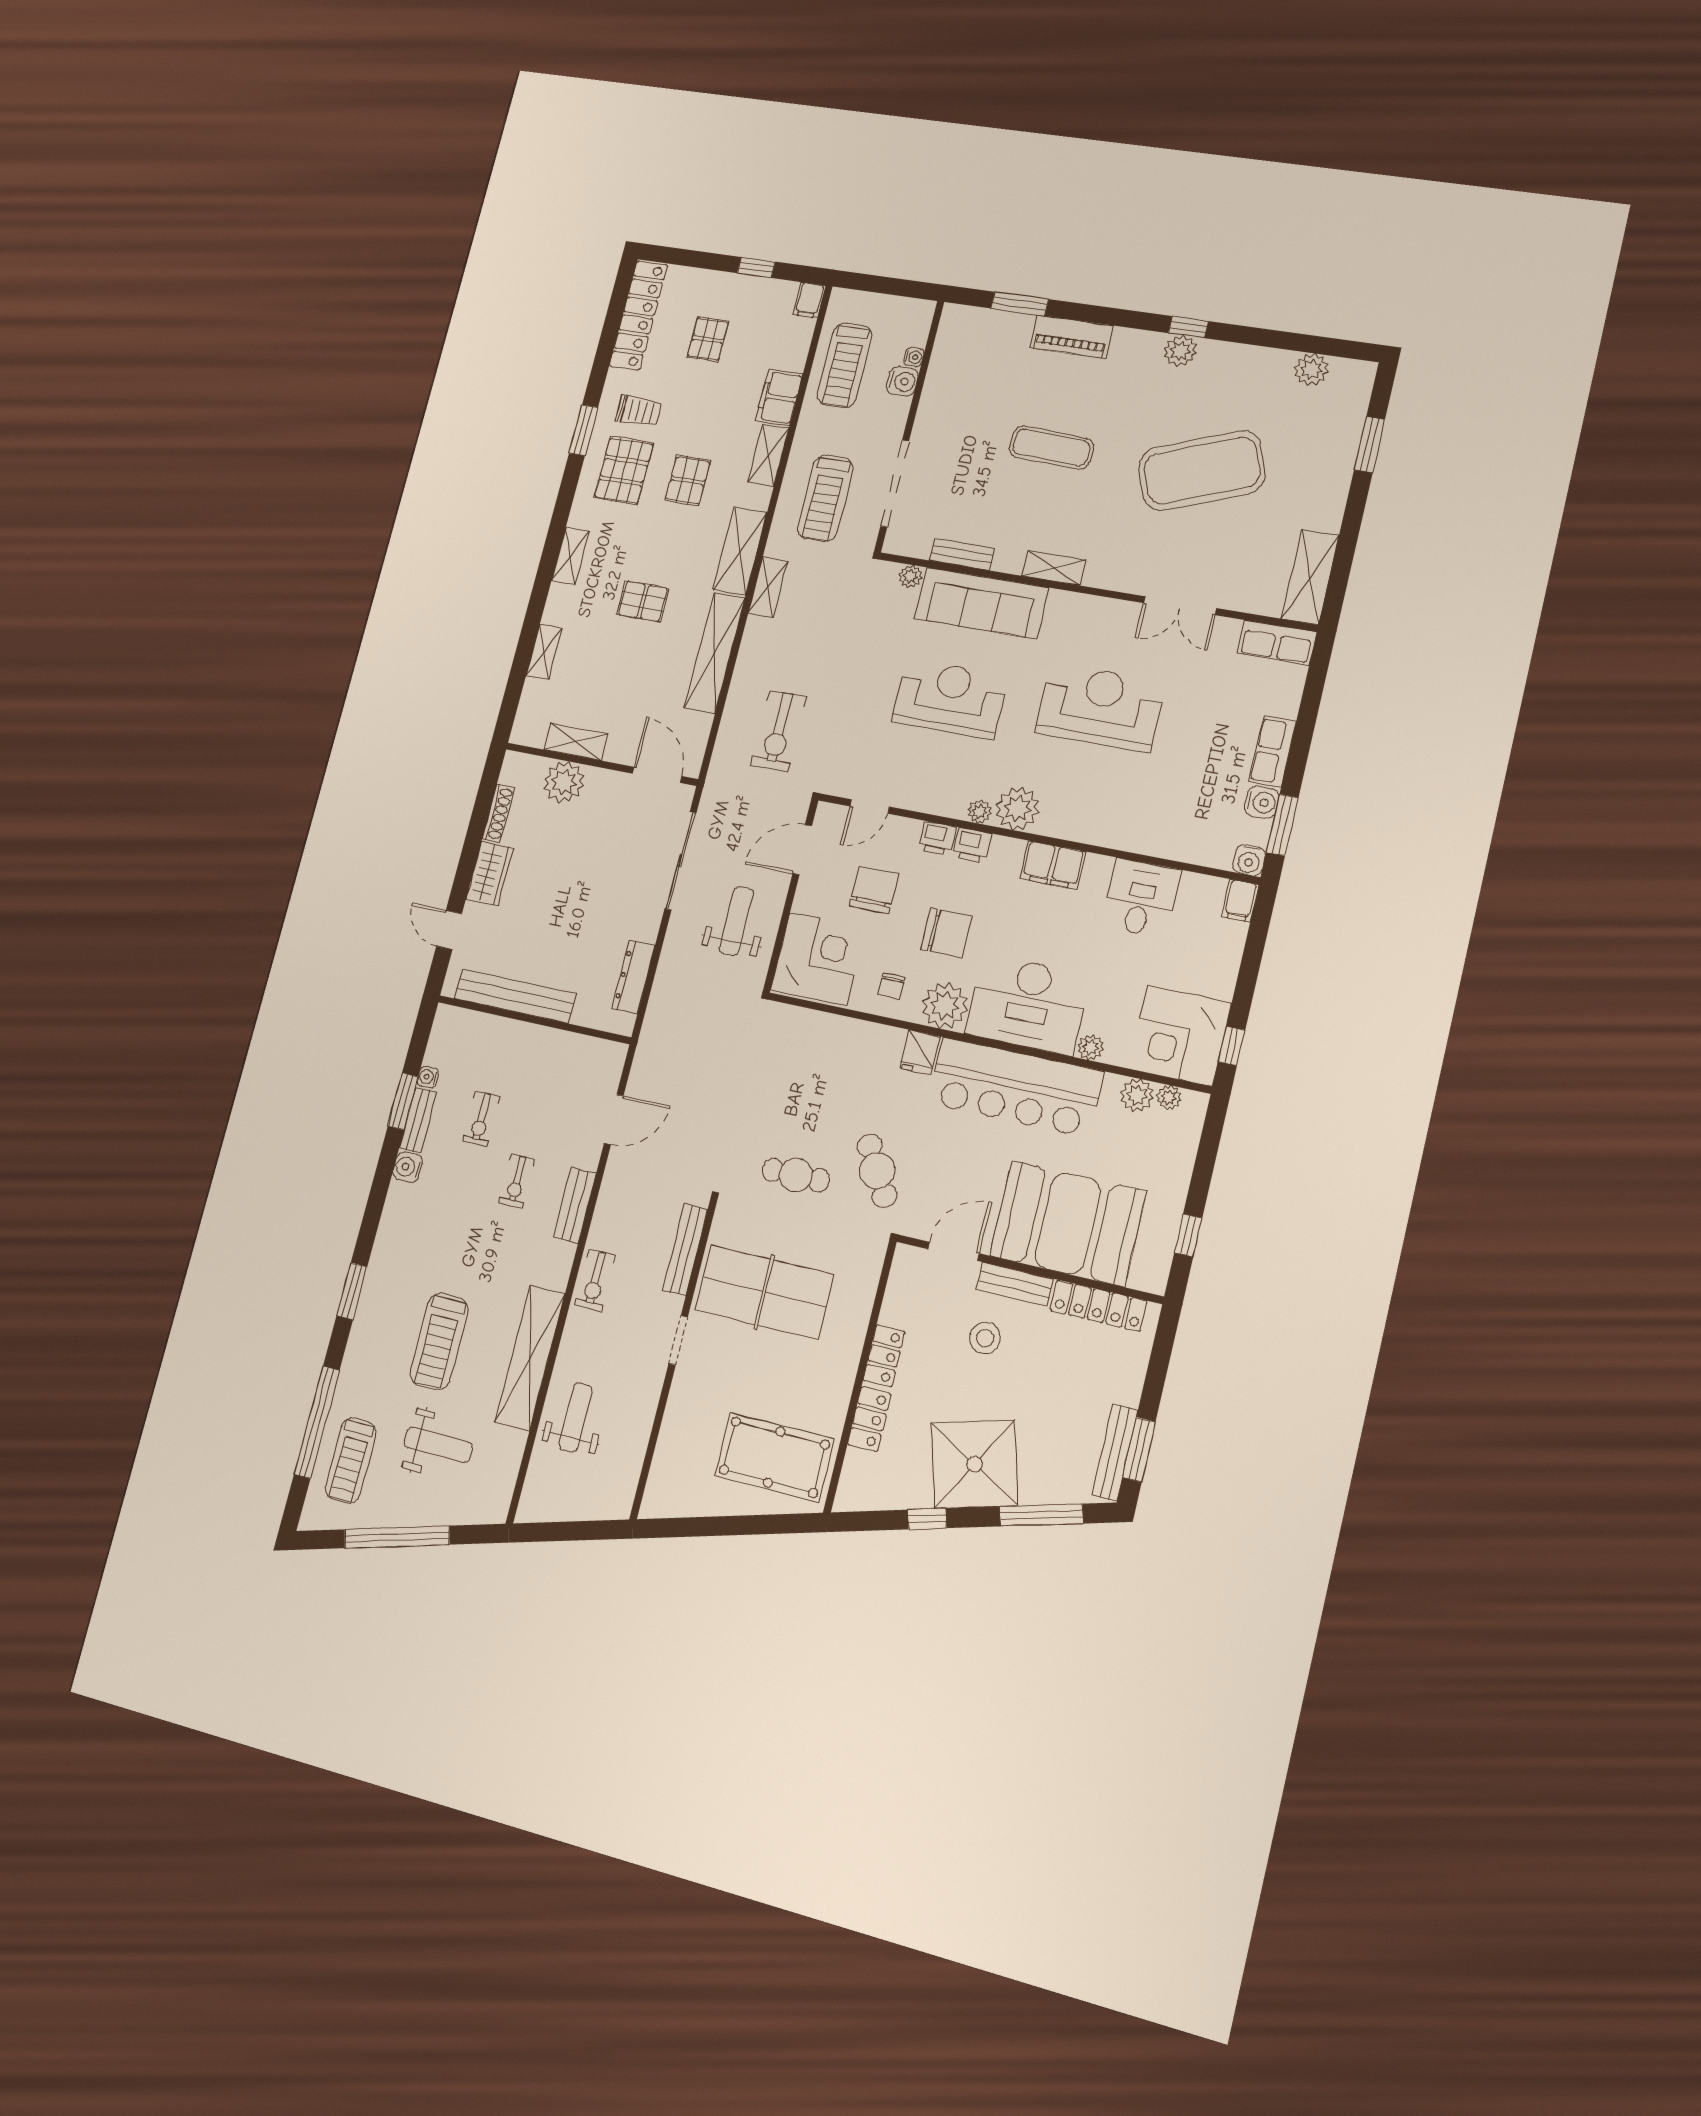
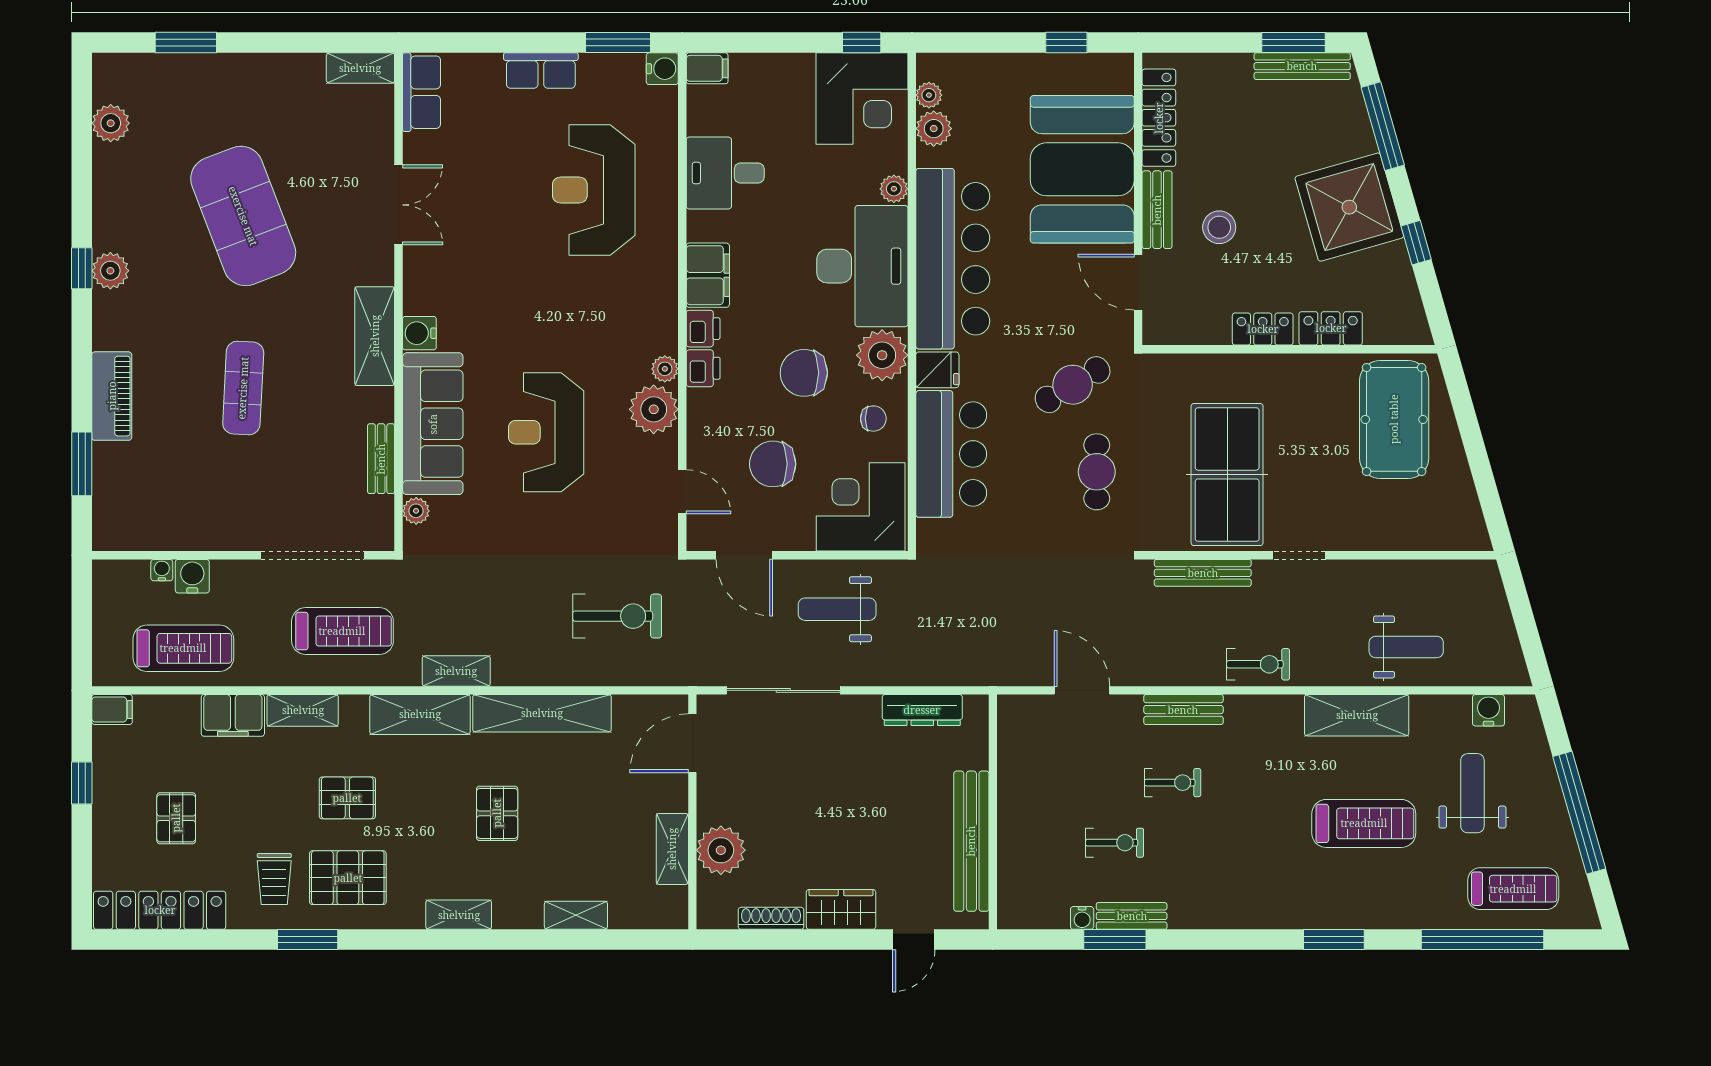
pallet: (708, 339) -> (176, 818), turned 90
trolley: (639, 411) -> (274, 879), turned 180
shelving: (1054, 568) -> (375, 336), width x1.50, depth x1.33
shelving: (1310, 577) -> (360, 68), width x0.67, depth x0.75
reception desk: (1100, 707) -> (594, 190), moved
water cooler: (1262, 802) -> (419, 333), moved, turned -90
plant: (1017, 809) -> (654, 409), moved
printer: (937, 838) -> (703, 329), moved
chair: (946, 933) -> (804, 373), turned -90
bar counter: (844, 1049) -> (951, 454), added
water cooler: (408, 1167) -> (1489, 710), moved, turned 180
shelving: (530, 1358) -> (1357, 715), width x0.68
weight bench: (576, 1417) -> (1406, 647), turned 180

